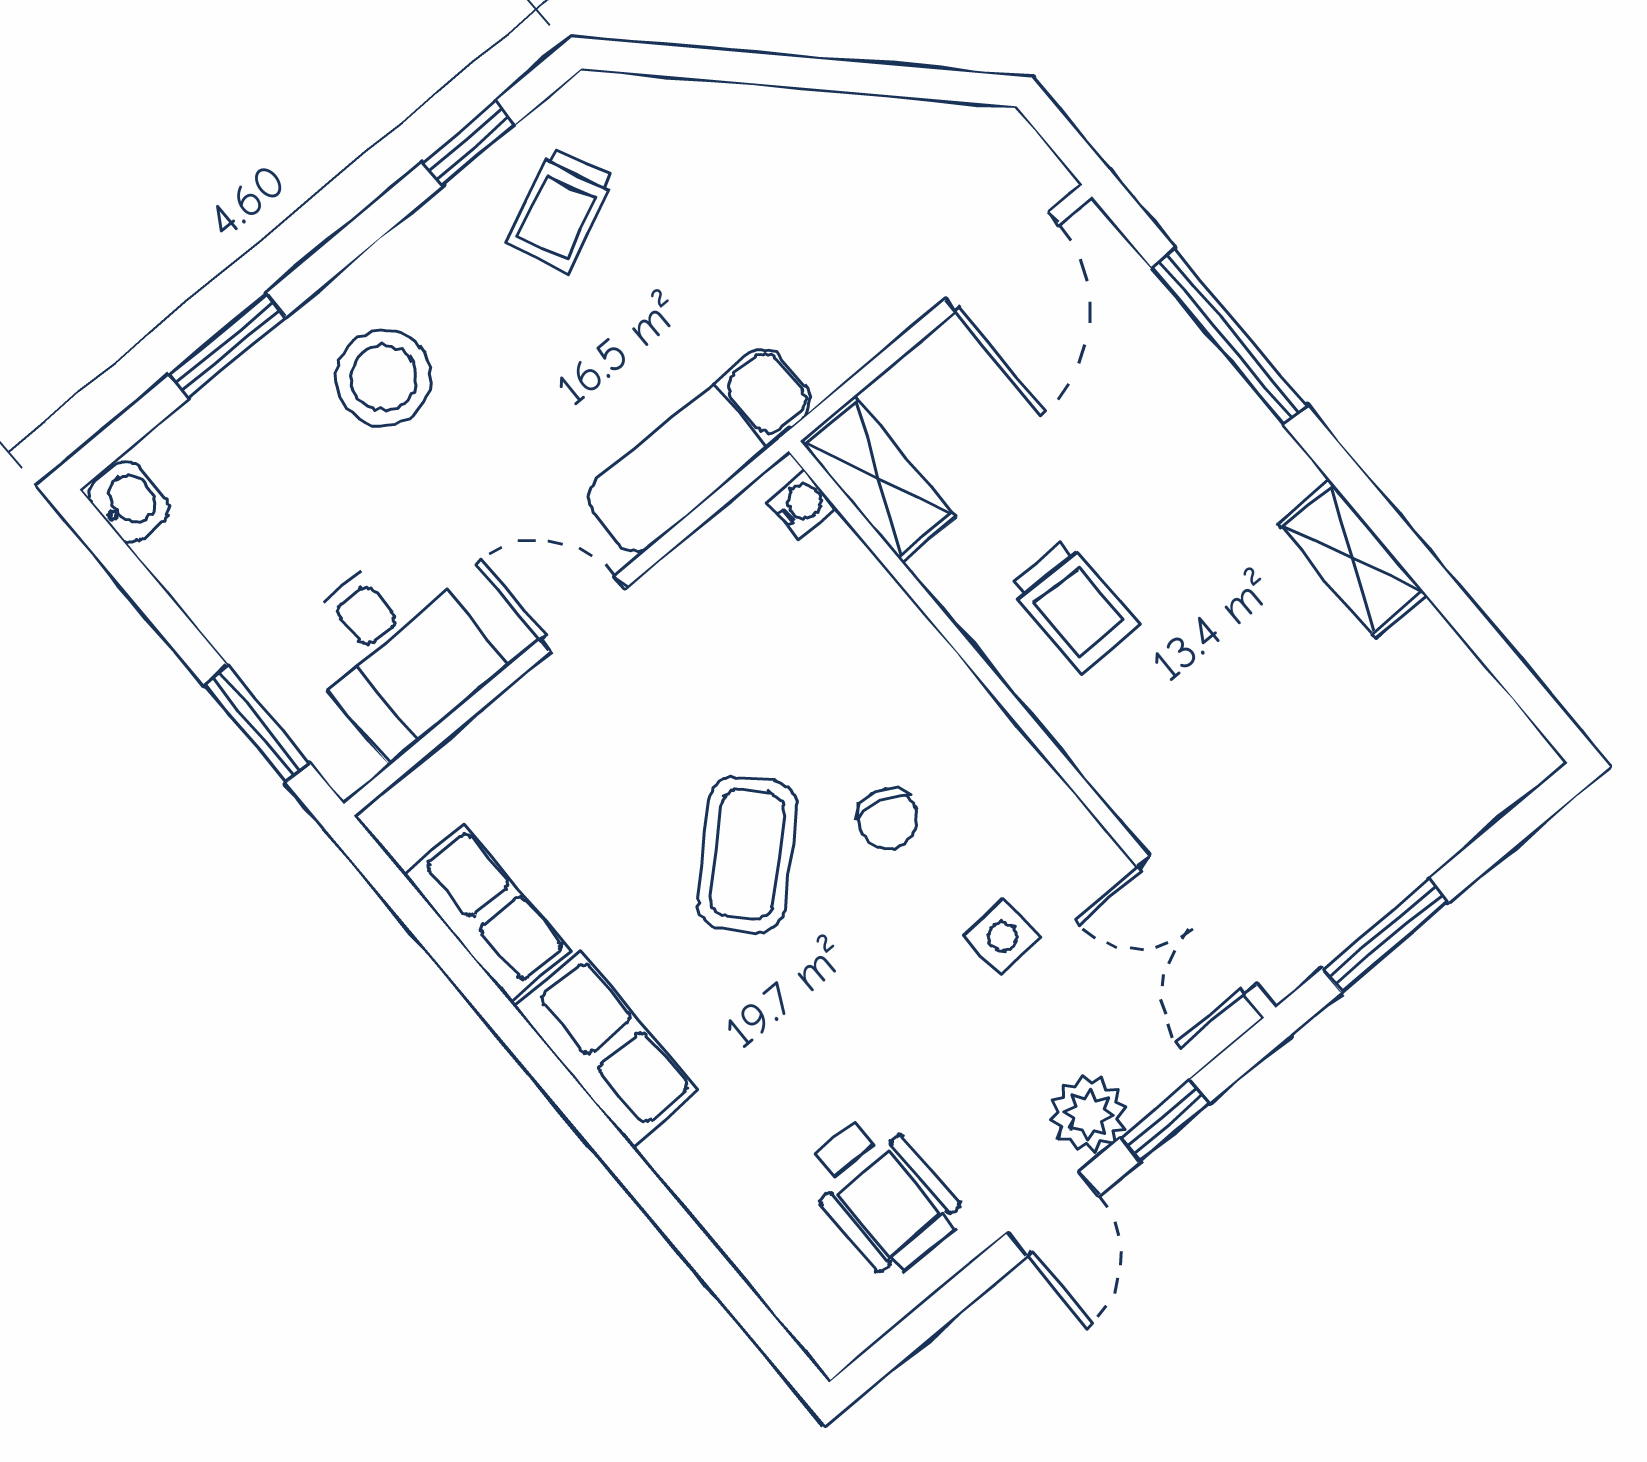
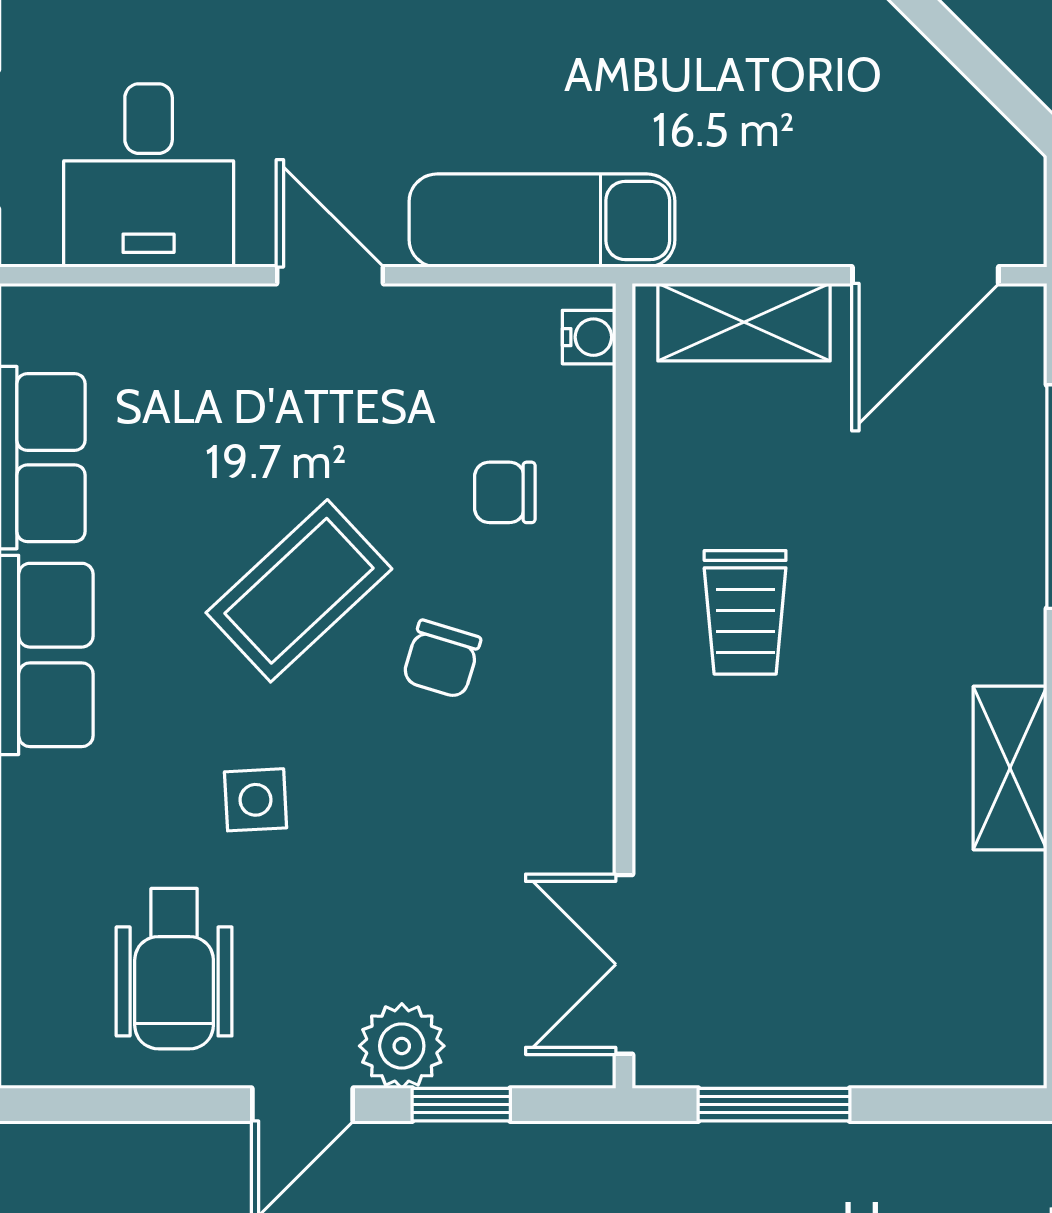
shelving: (878, 479) -> (744, 322), moved, turned 90
chair: (834, 663) -> (505, 492), added
side table: (1002, 936) -> (256, 800), moved

